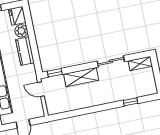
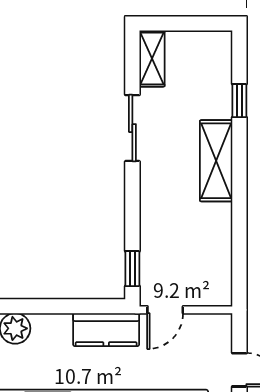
kitchen counter: (25, 51) -> (106, 330), moved
shelving: (81, 77) -> (216, 161), moved

